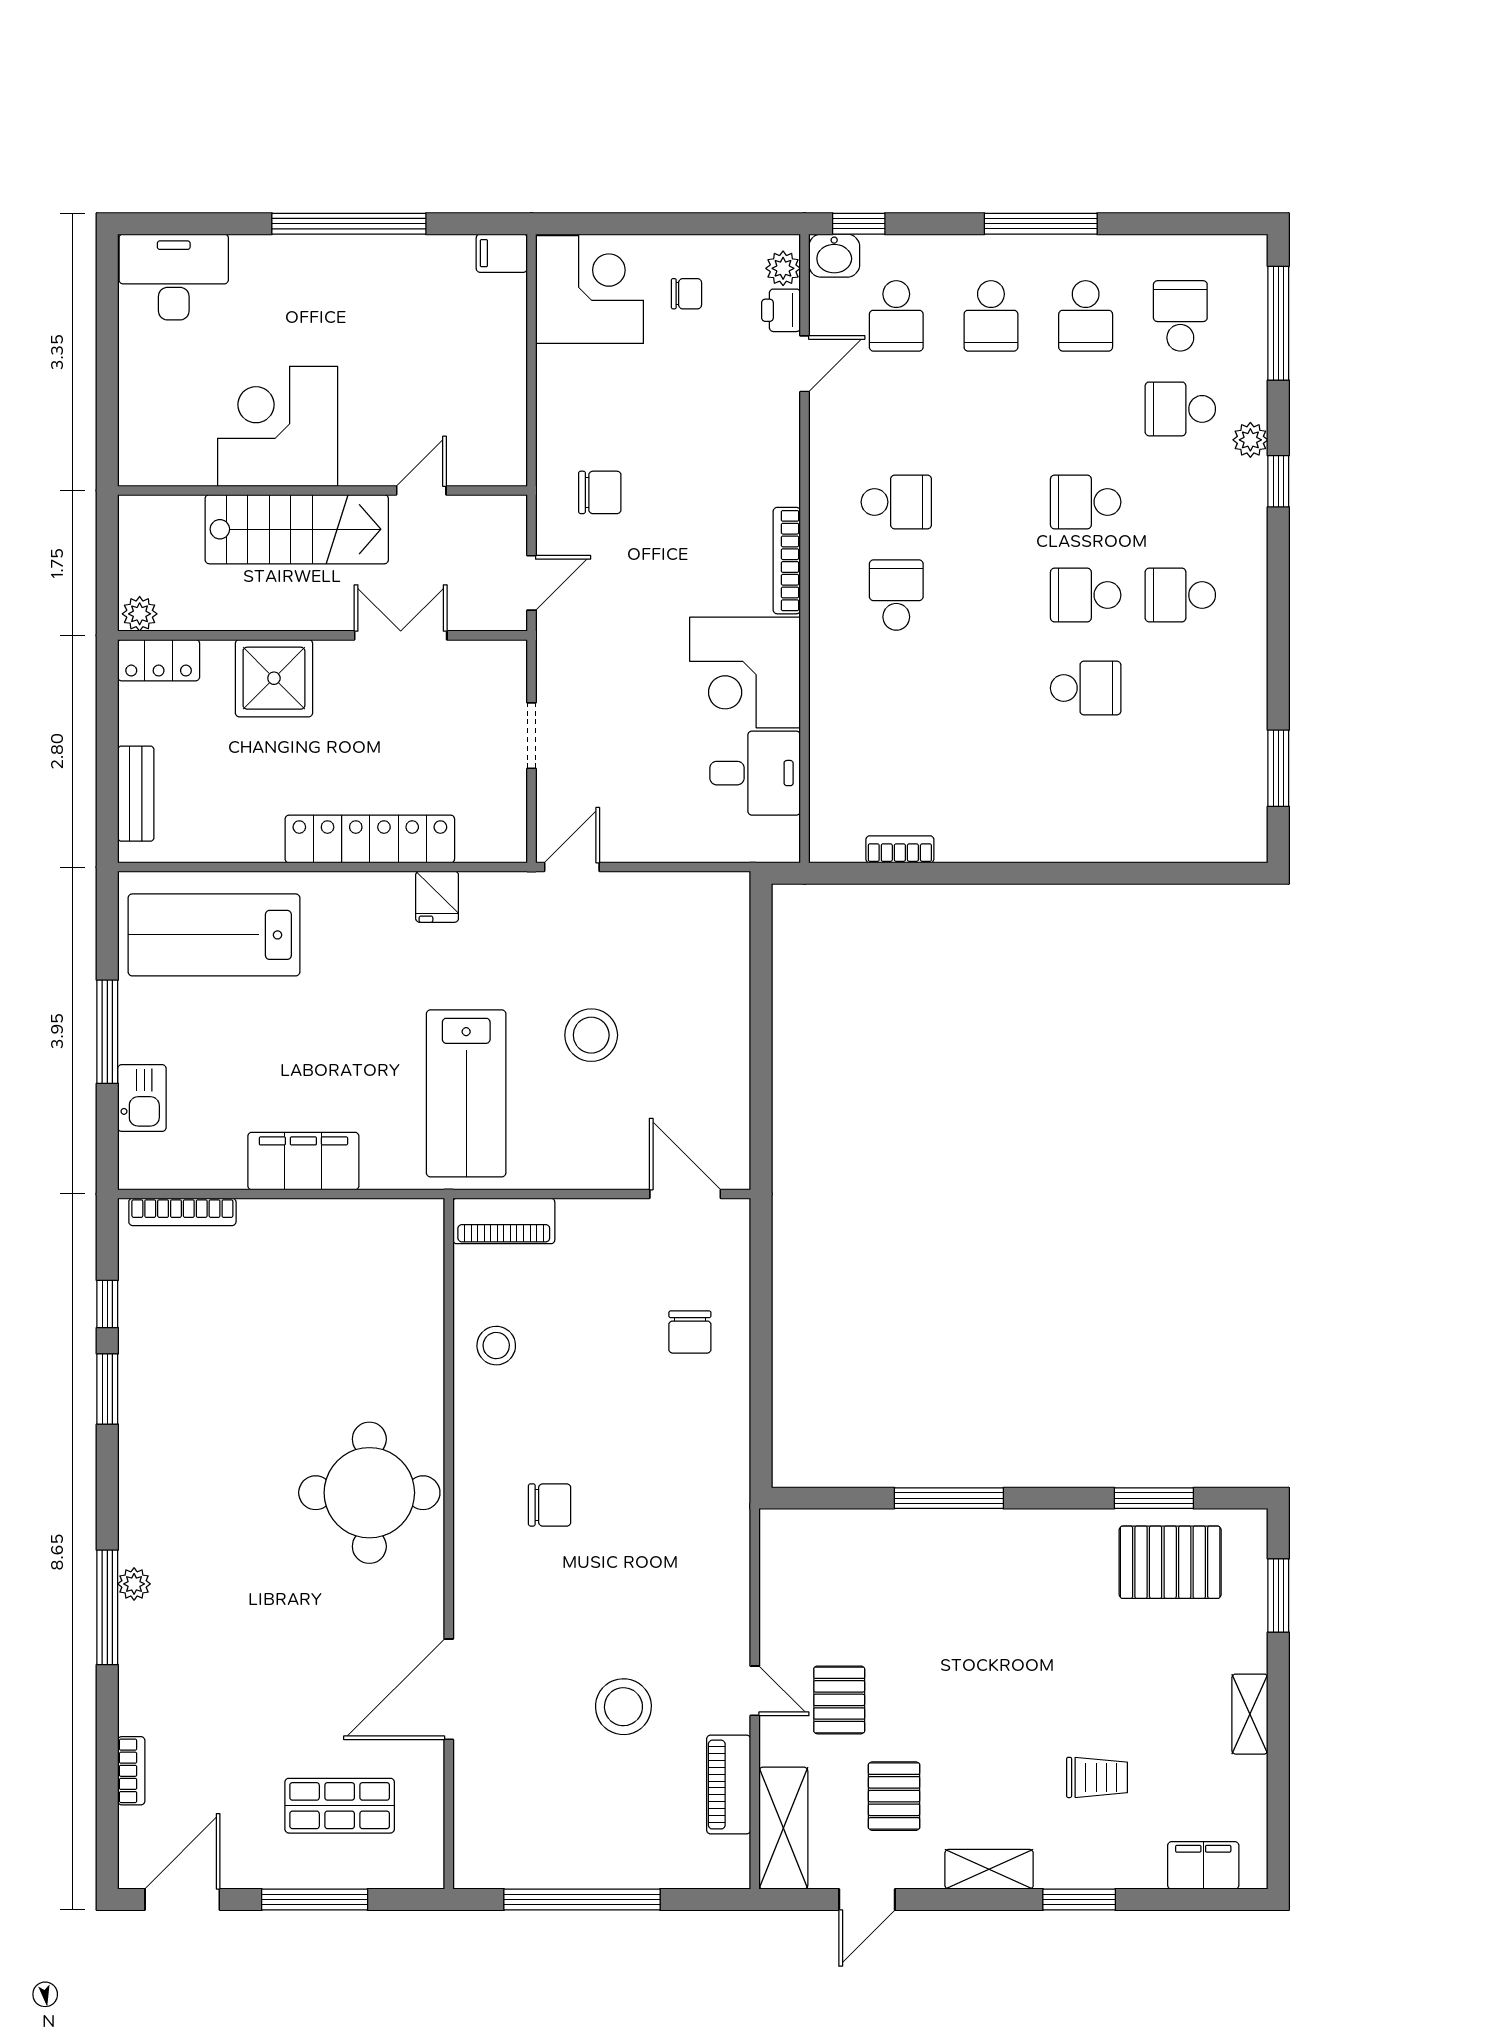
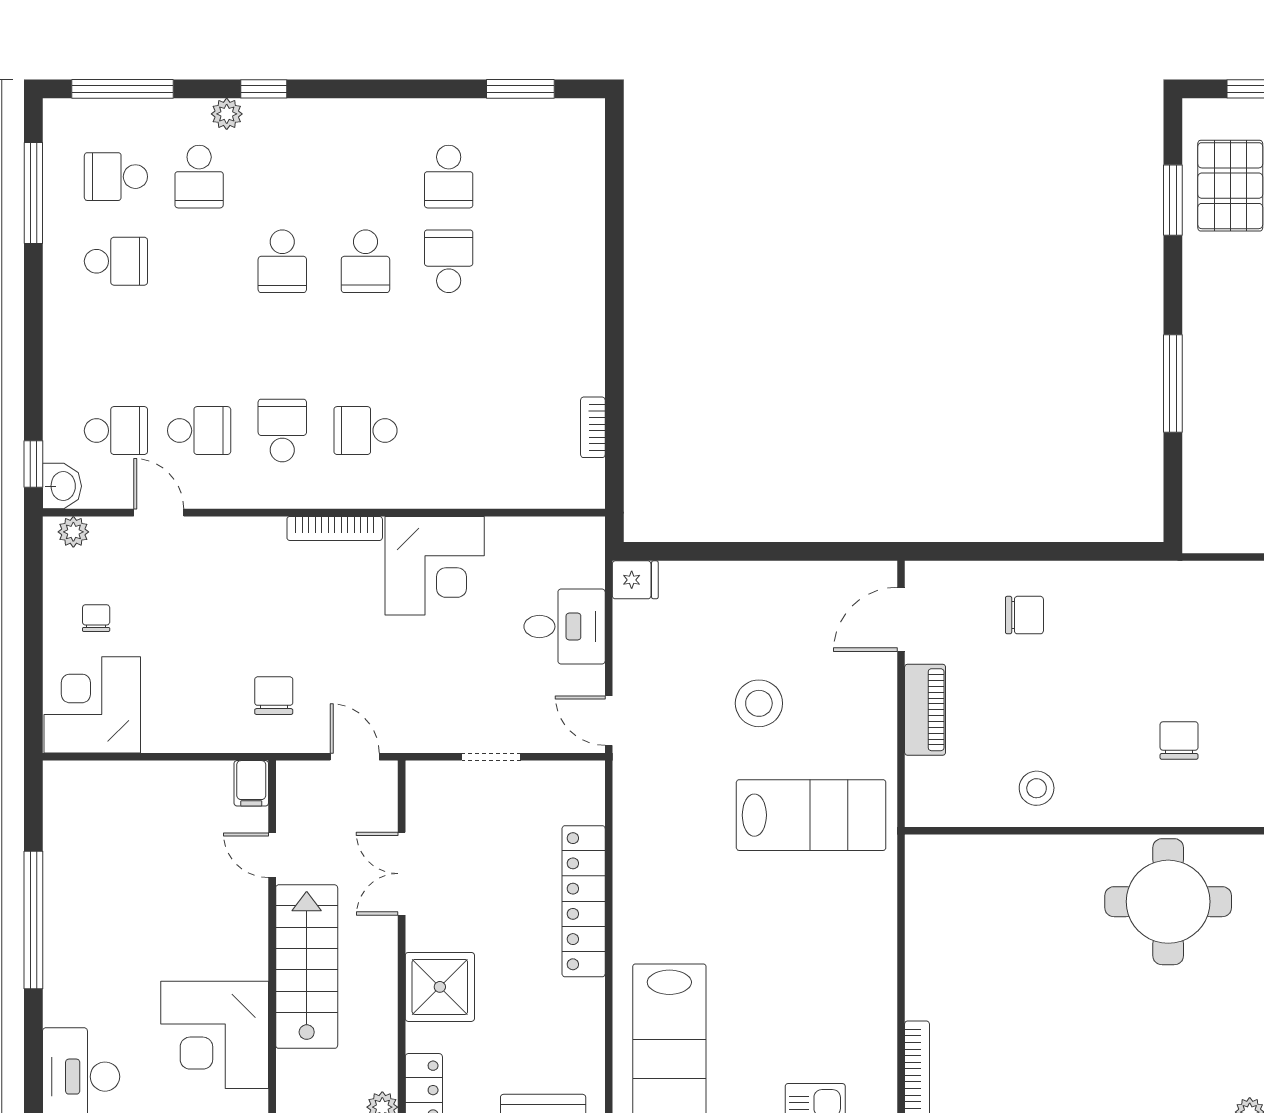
window: (1041, 224) -> (33, 193), moved
filing cabinet: (502, 253) -> (251, 783), moved
printer: (781, 310) -> (111, 534), removed
school desk: (991, 316) -> (199, 431), moved
corner desk: (278, 426) -> (215, 1035), moved
school desk: (1180, 595) -> (449, 177), moved
desk: (755, 773) -> (565, 627), moved, turned 90
fridge: (437, 897) -> (635, 580), moved
filing cabinet: (303, 1161) -> (872, 961), removed
piano: (504, 1221) -> (925, 710), moved

